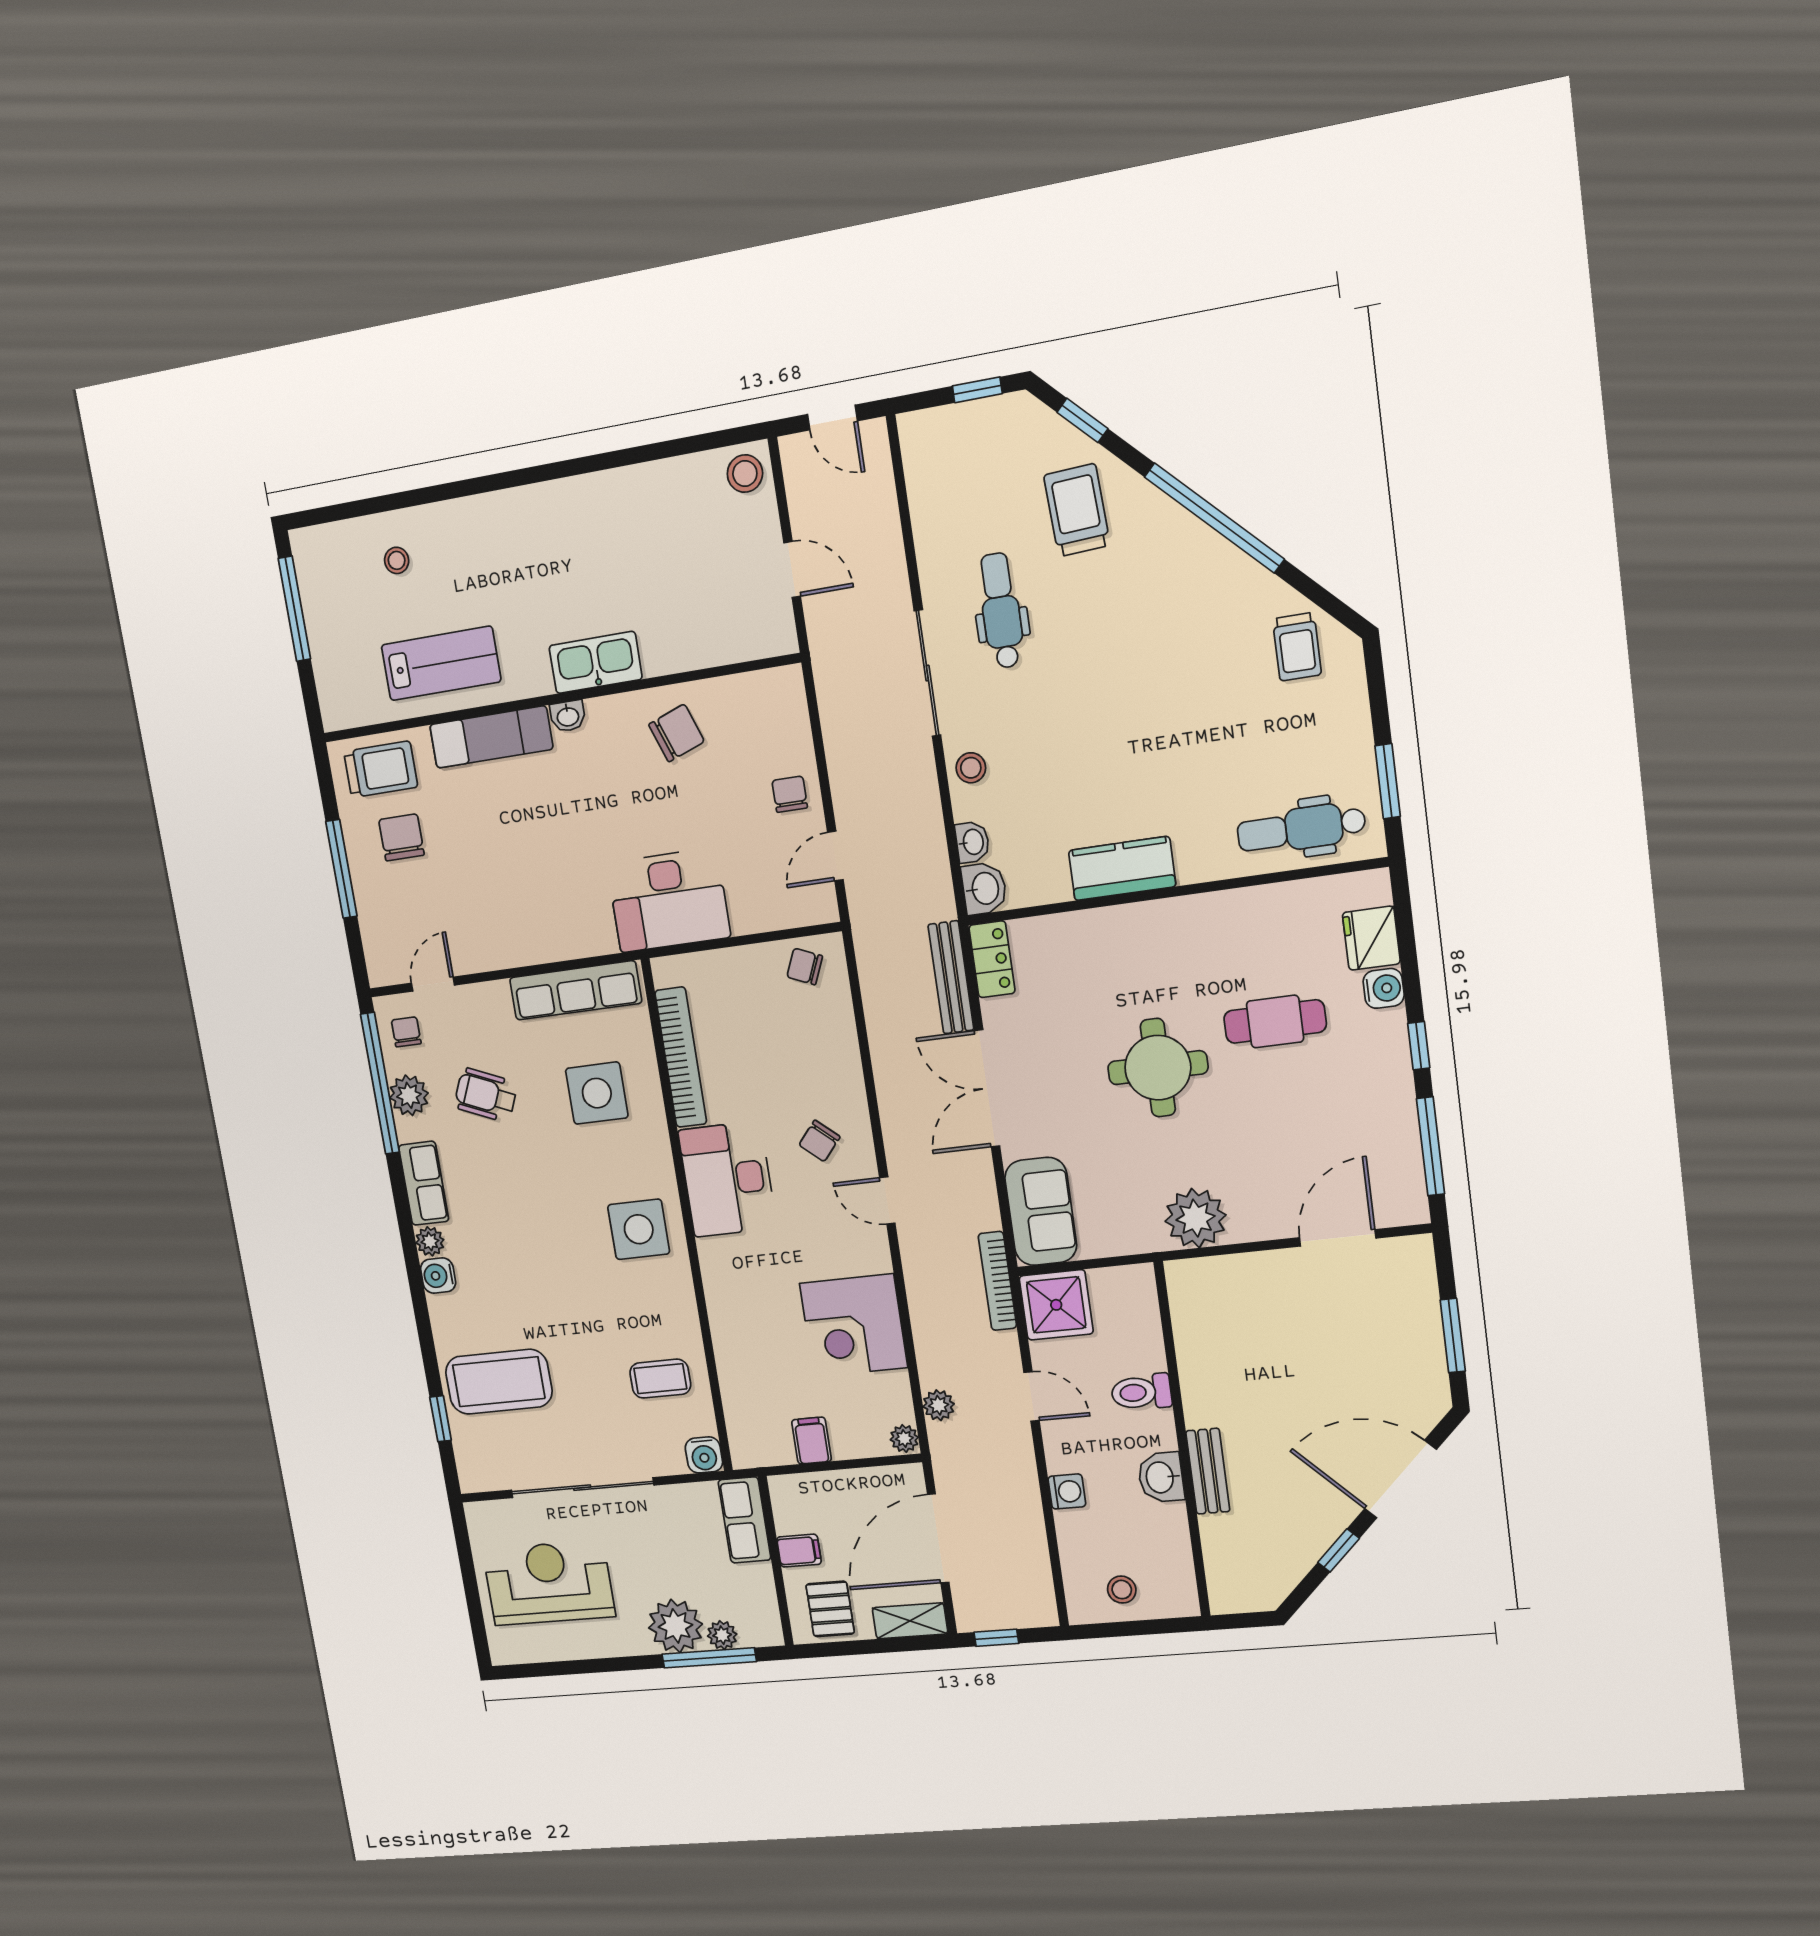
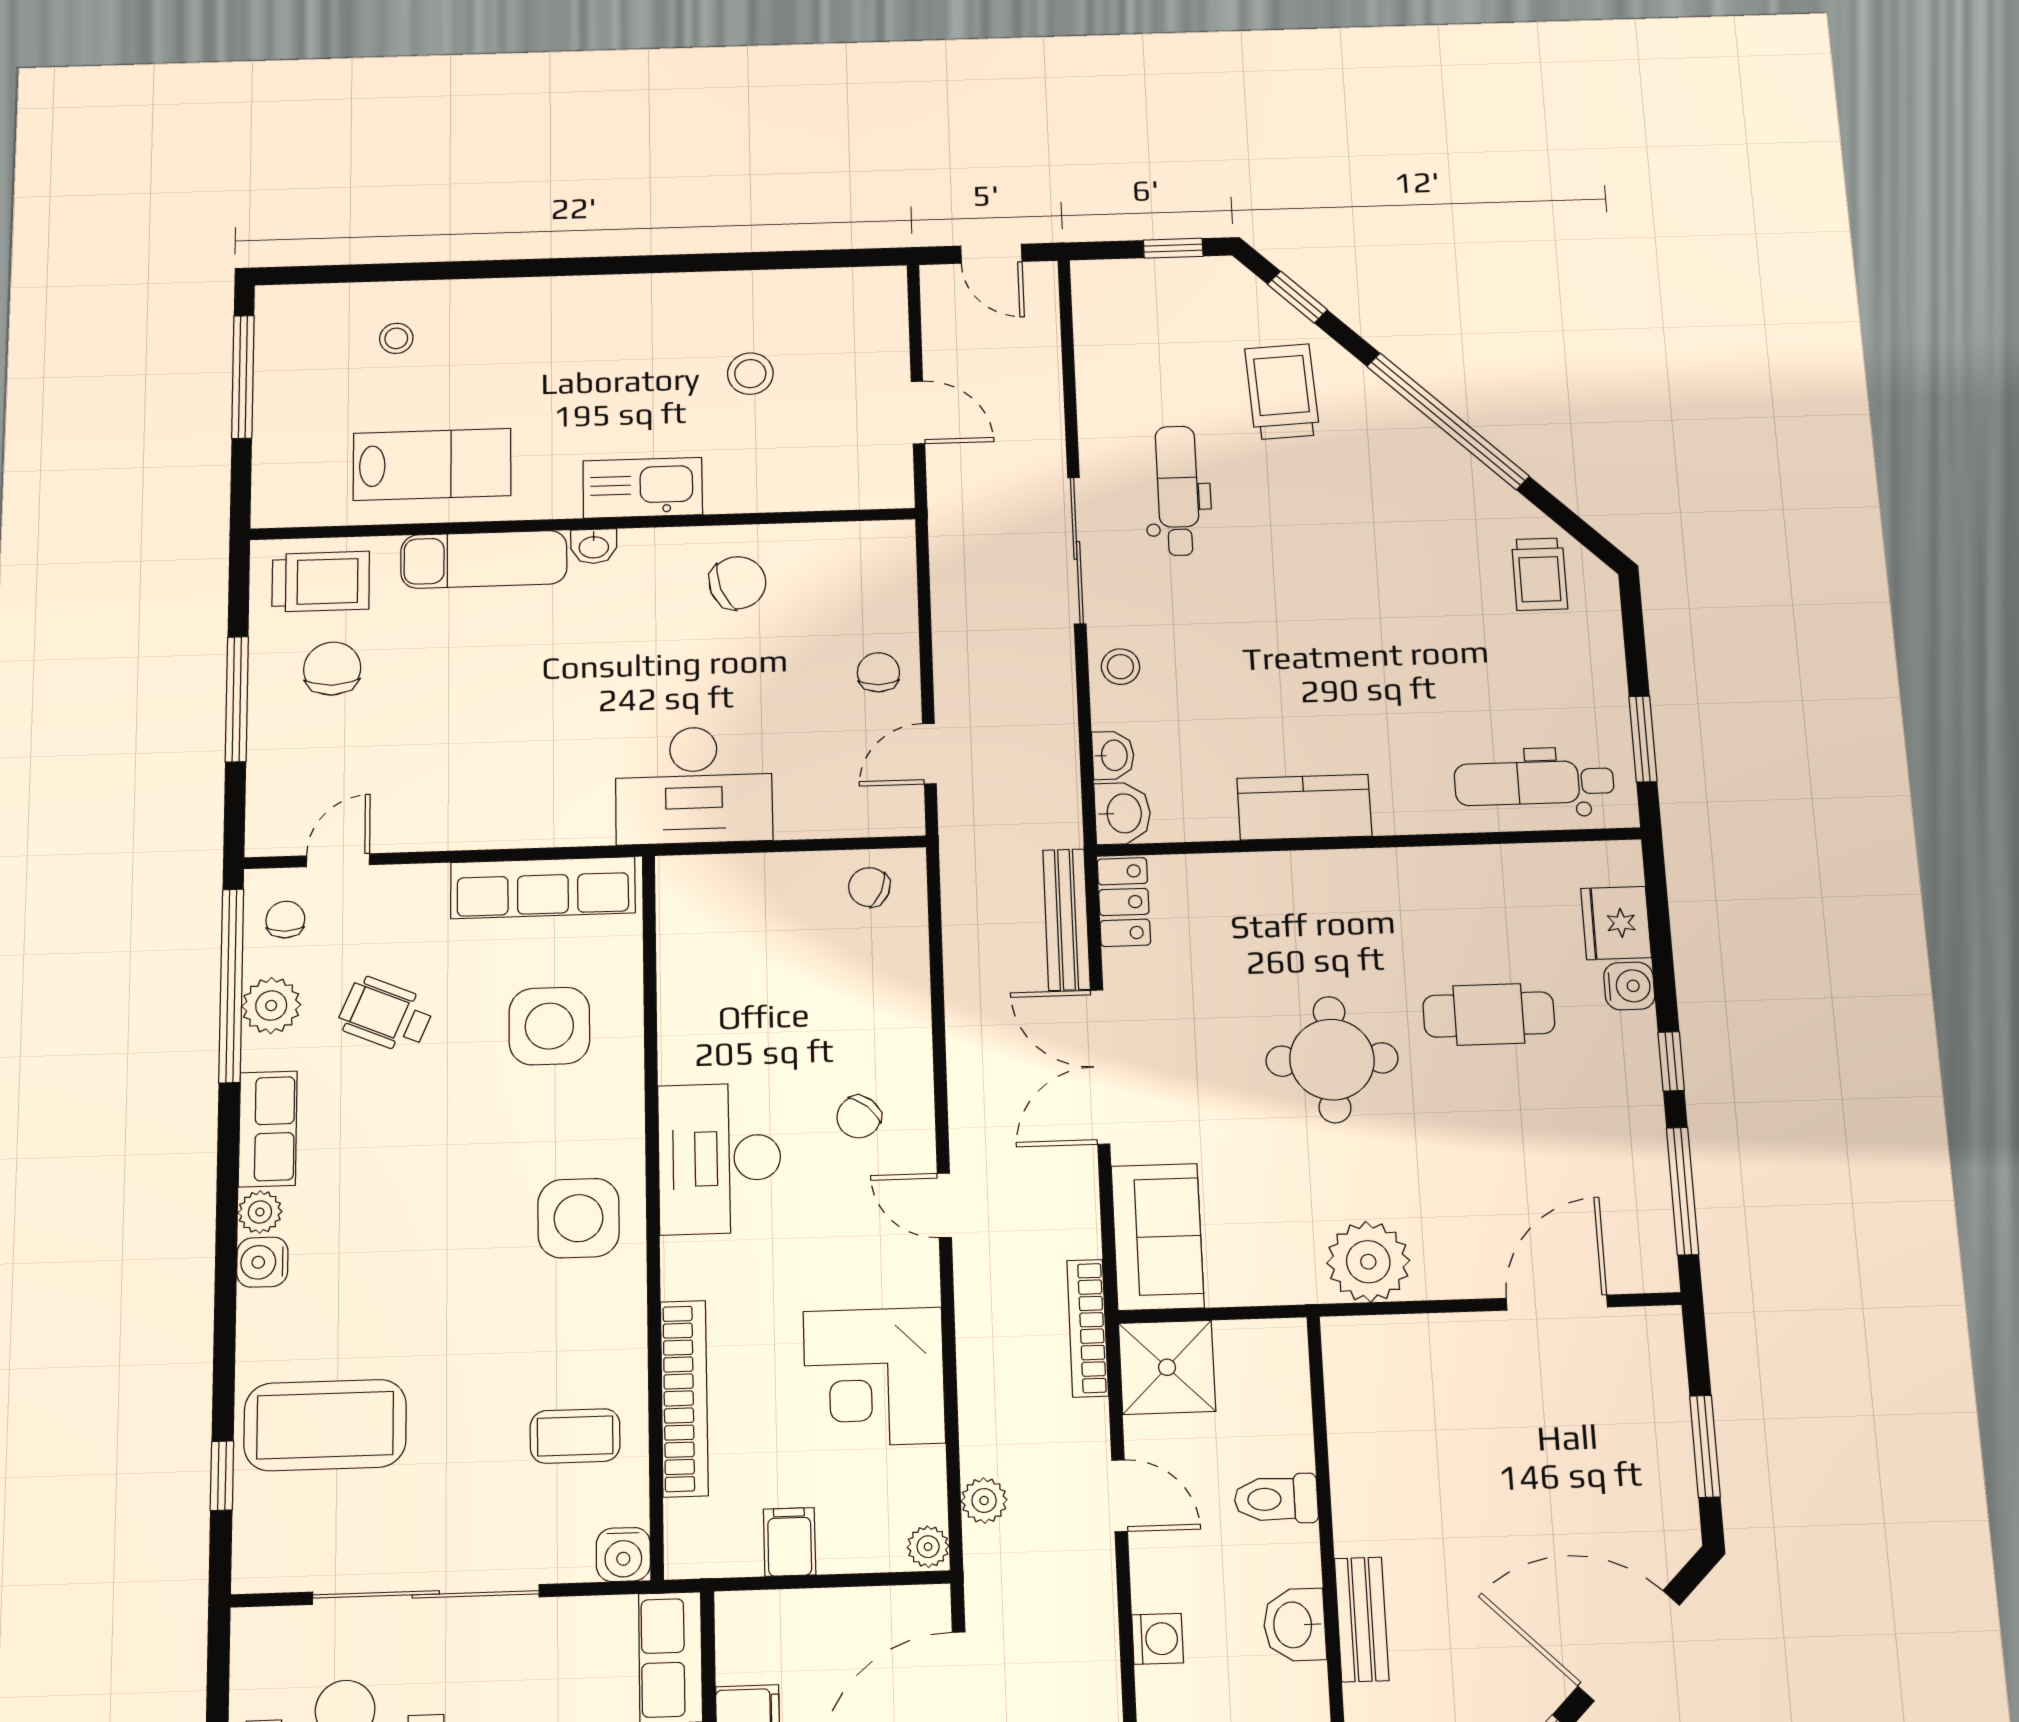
stool: (745, 474) -> (750, 374), moved
bookcase: (681, 1057) -> (684, 1398), moved

